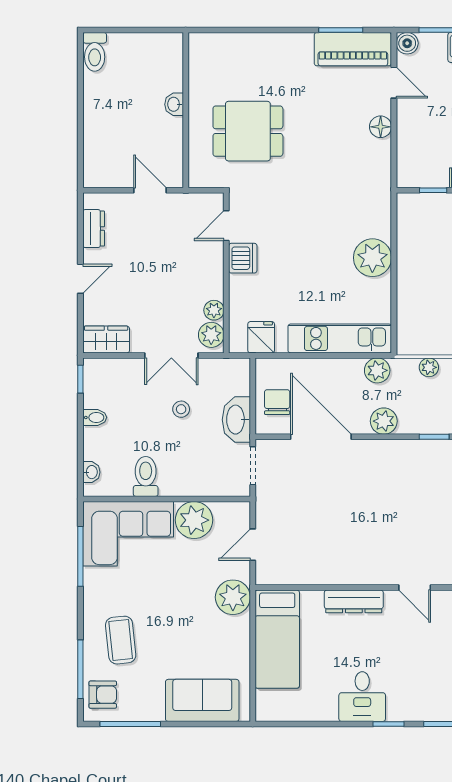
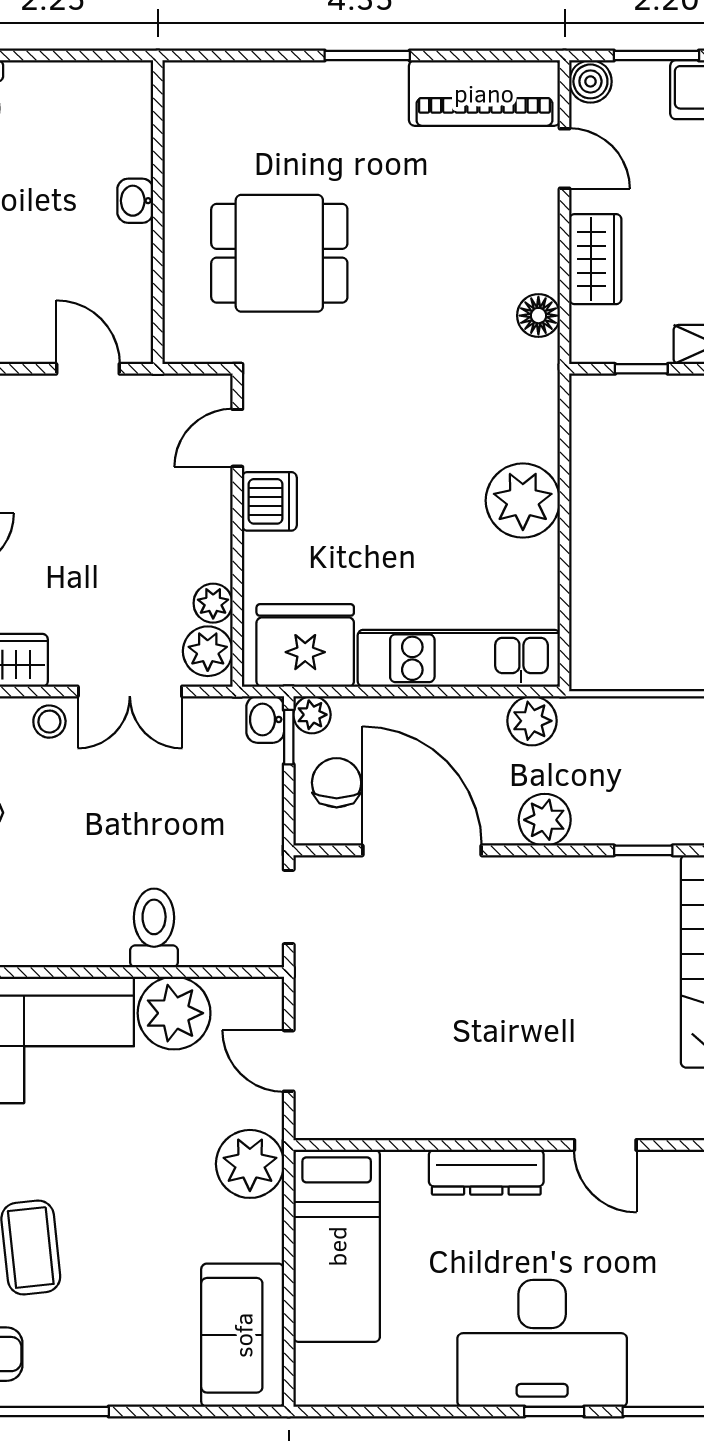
window: (341, 30) -> (367, 56), moved
floor lamp: (381, 127) -> (538, 316), moved
wardrobe: (410, 134) -> (595, 259), added
fridge: (261, 337) -> (305, 645), width x1.88, depth x1.34
plant: (429, 367) -> (312, 715), moved
window: (253, 379) -> (289, 737), added
stool: (181, 409) -> (49, 722), moved
washbasin: (236, 420) -> (265, 719), moved, width x0.52, depth x0.69
toilet: (146, 476) -> (154, 928), moved
door: (253, 545) -> (289, 1061), hinge flipped
desk: (362, 697) -> (542, 1343), width x1.87, depth x1.30
sofa: (202, 700) -> (243, 1335), moved, turned -90

